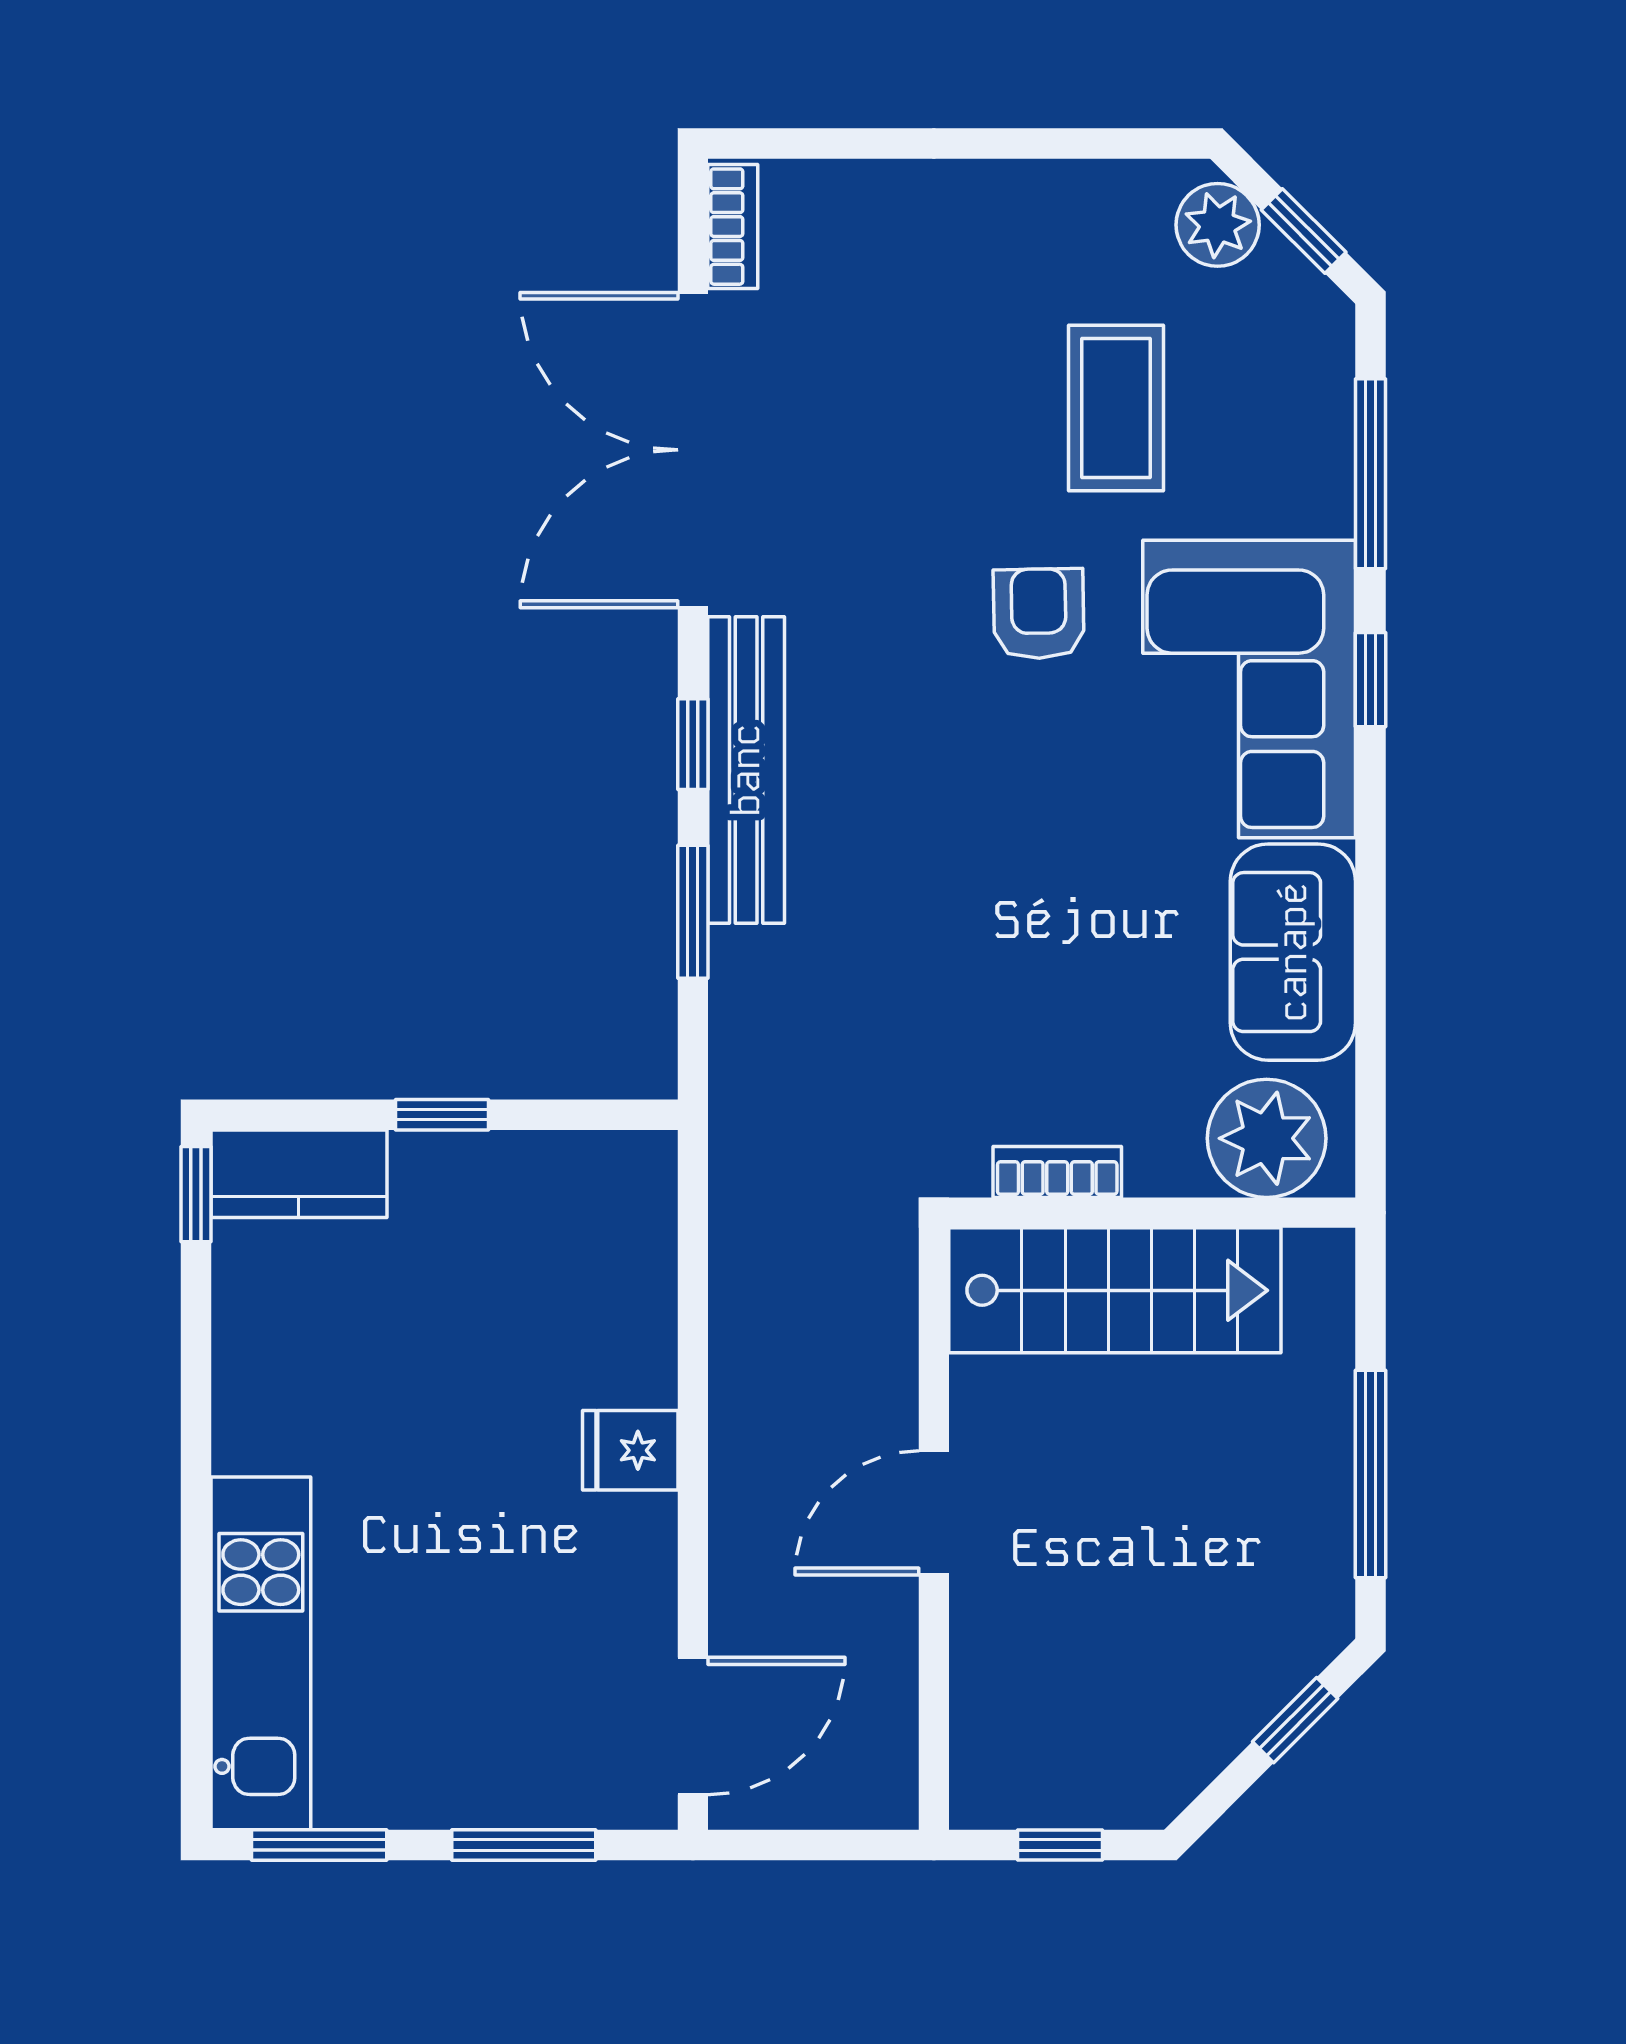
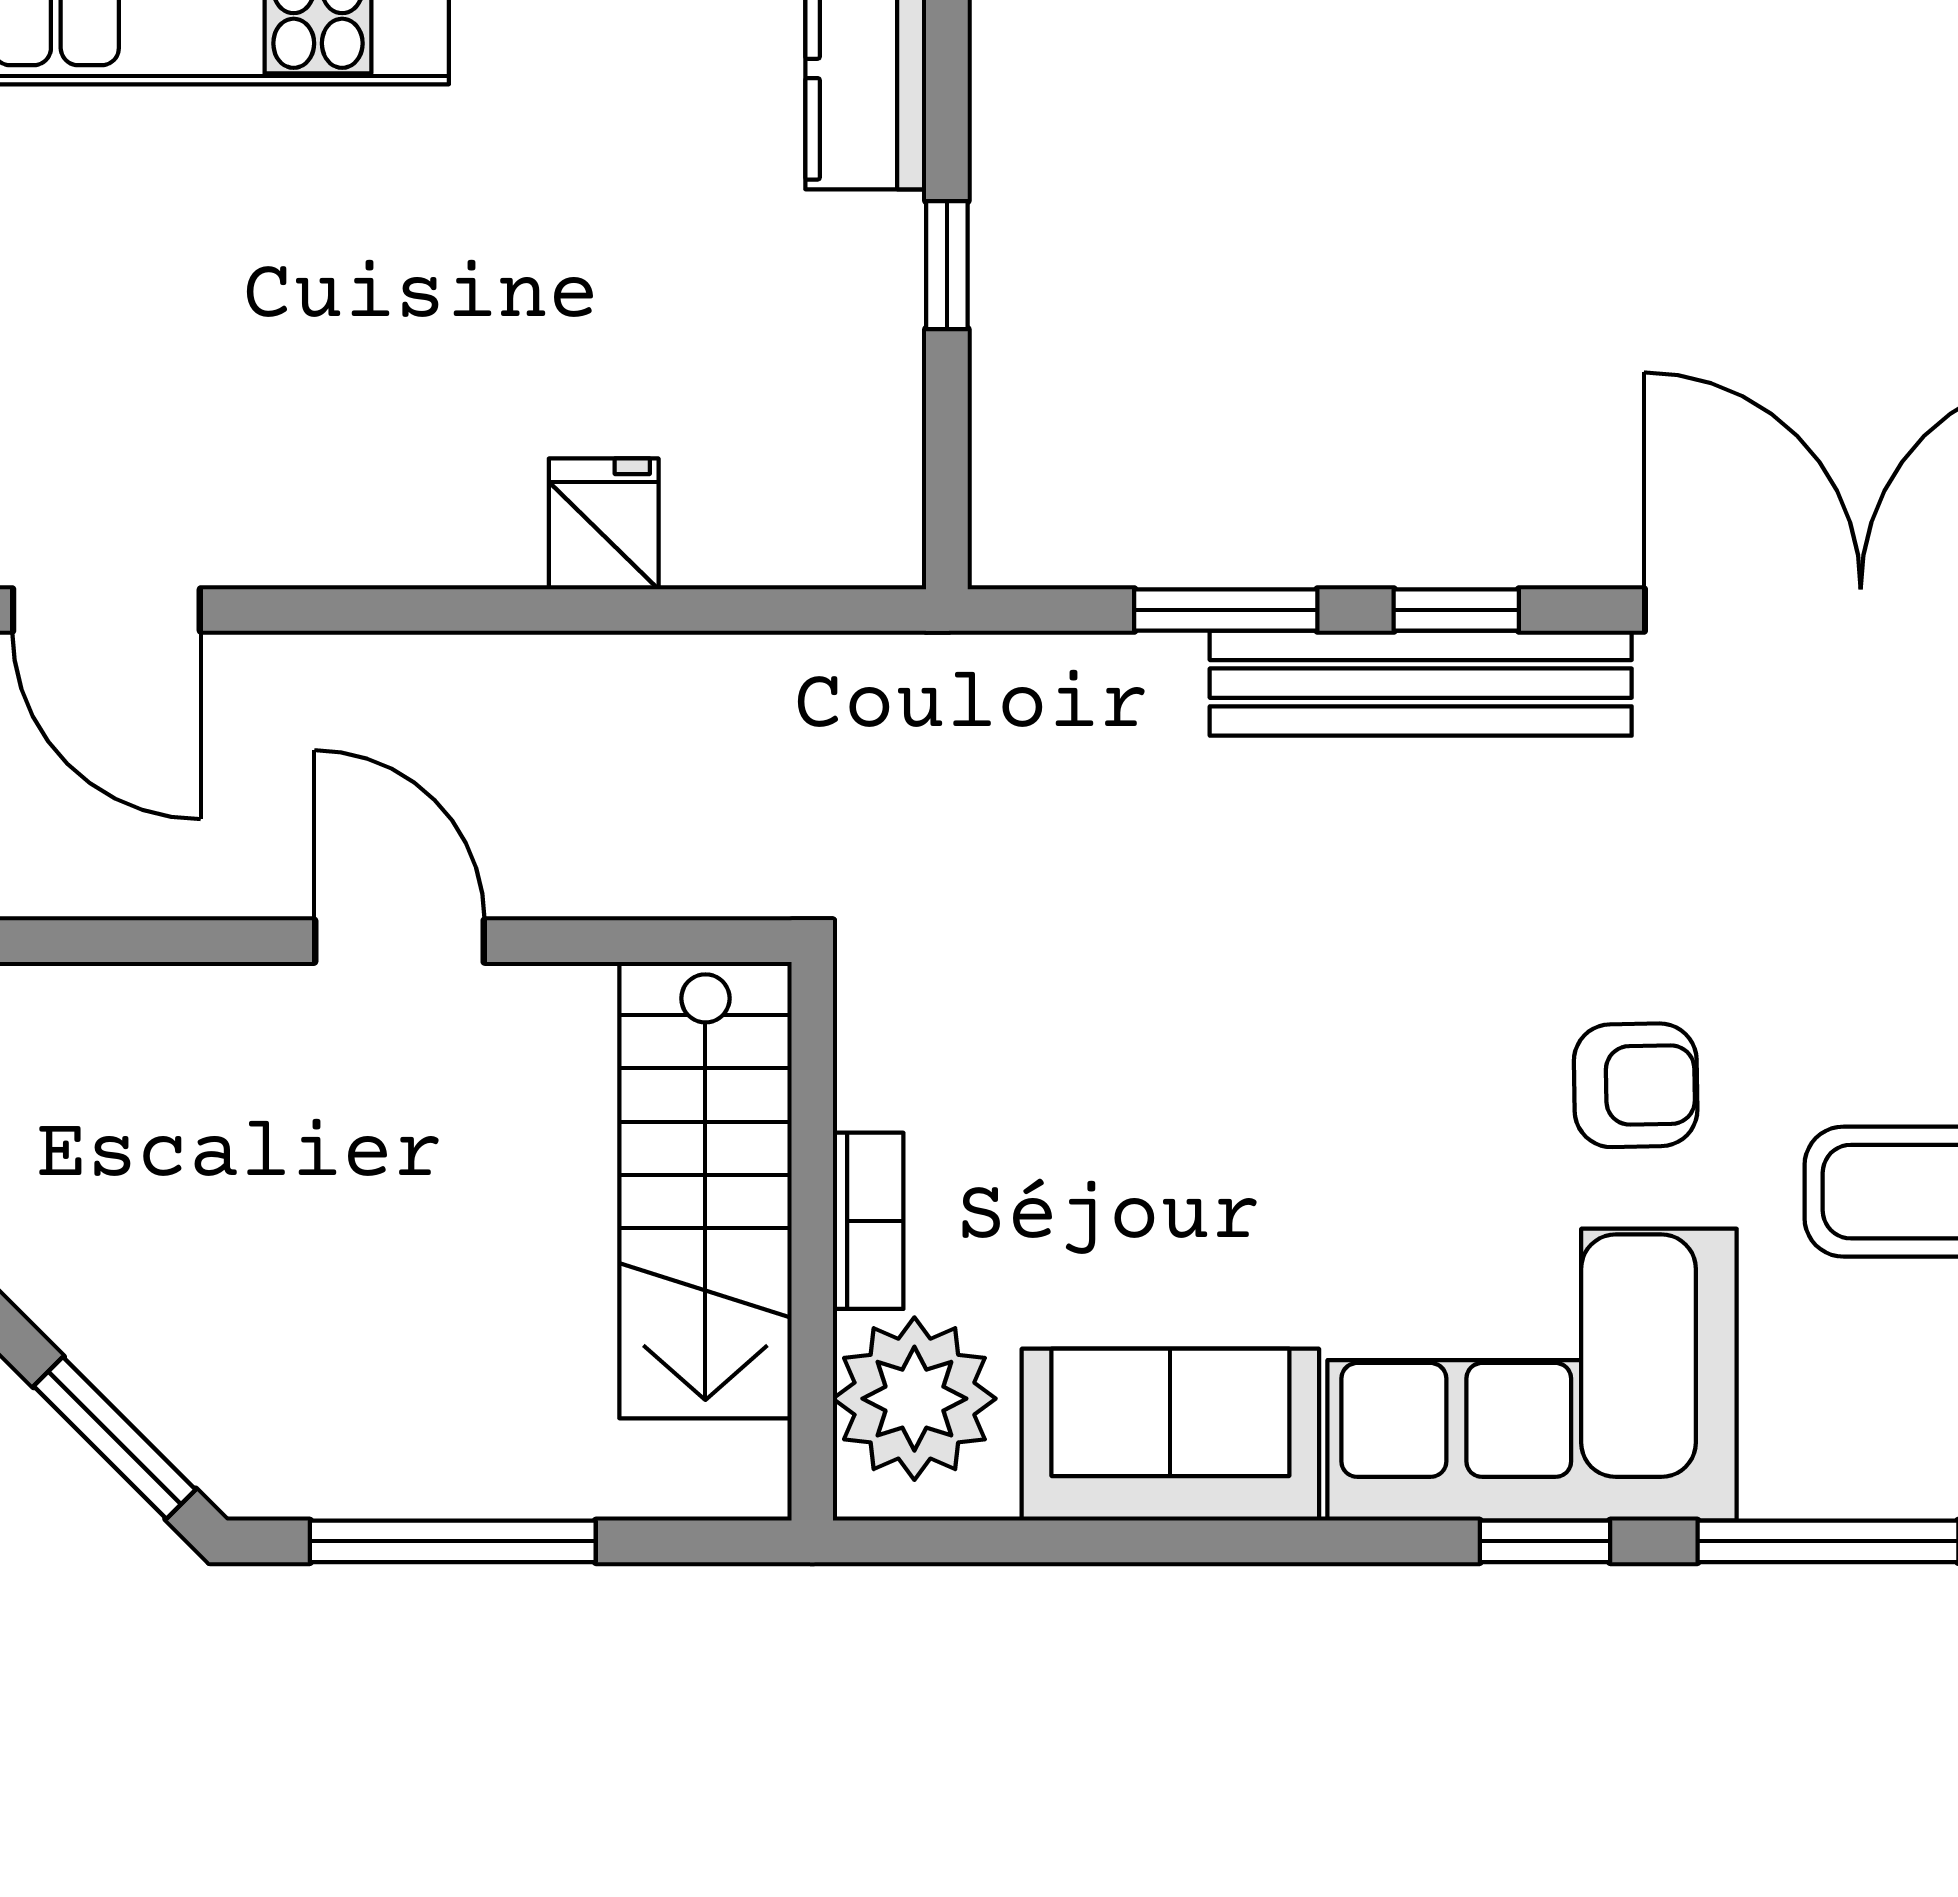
bookcase: (1057, 1172) -> (868, 1221), moved
fridge: (630, 1450) -> (604, 524), moved
window: (1295, 1720) -> (115, 1438), width x1.50

